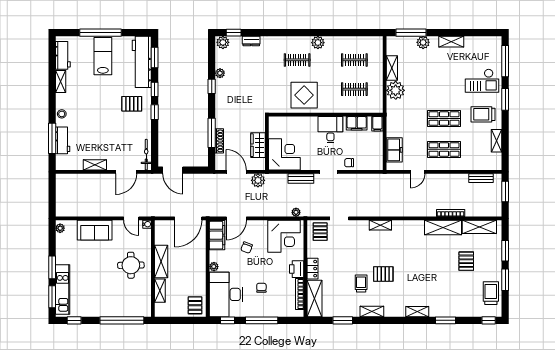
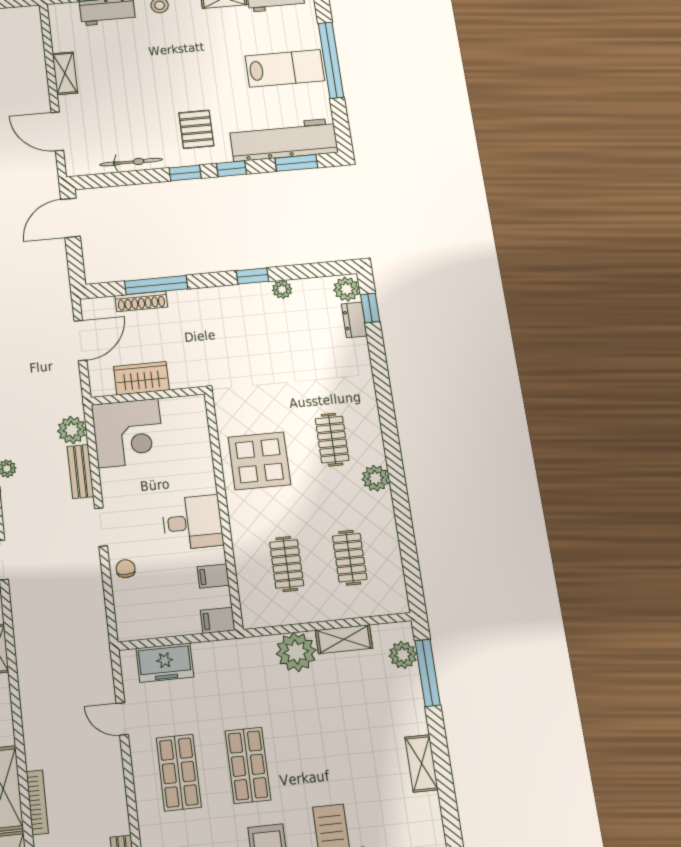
dresser: (251, 41) -> (354, 320), moved
plant: (423, 42) -> (403, 655), moved
filing cabinet: (357, 123) -> (213, 576), width x0.50
bicycle: (146, 155) -> (131, 162), moved
plant: (258, 180) -> (72, 430), moved

